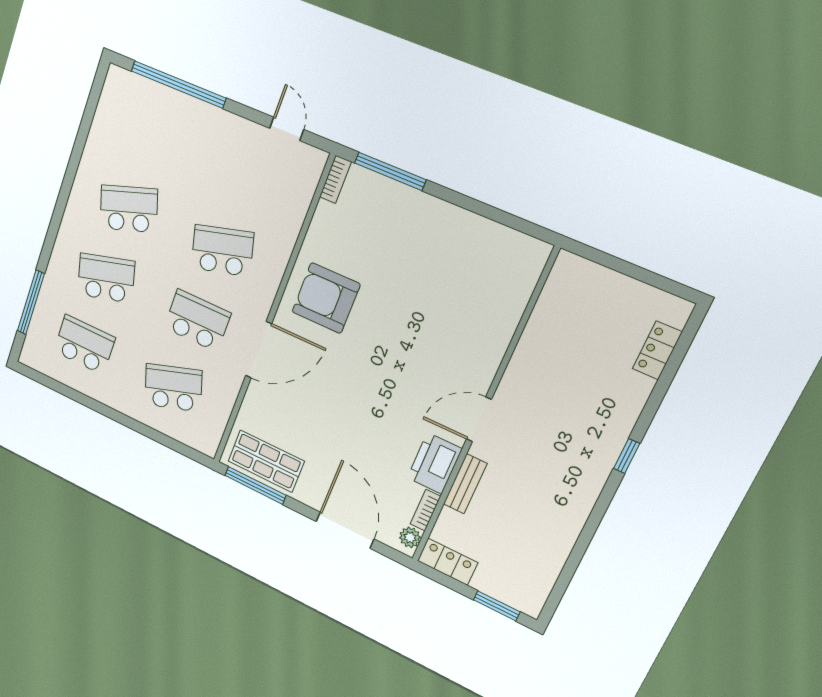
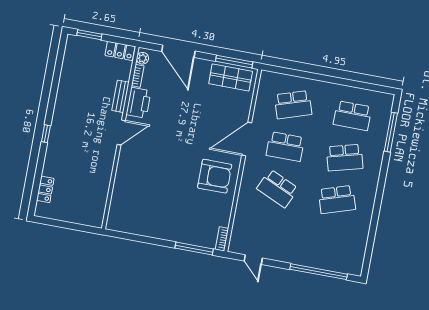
school desk: (222, 251) -> (277, 189), turned 39

